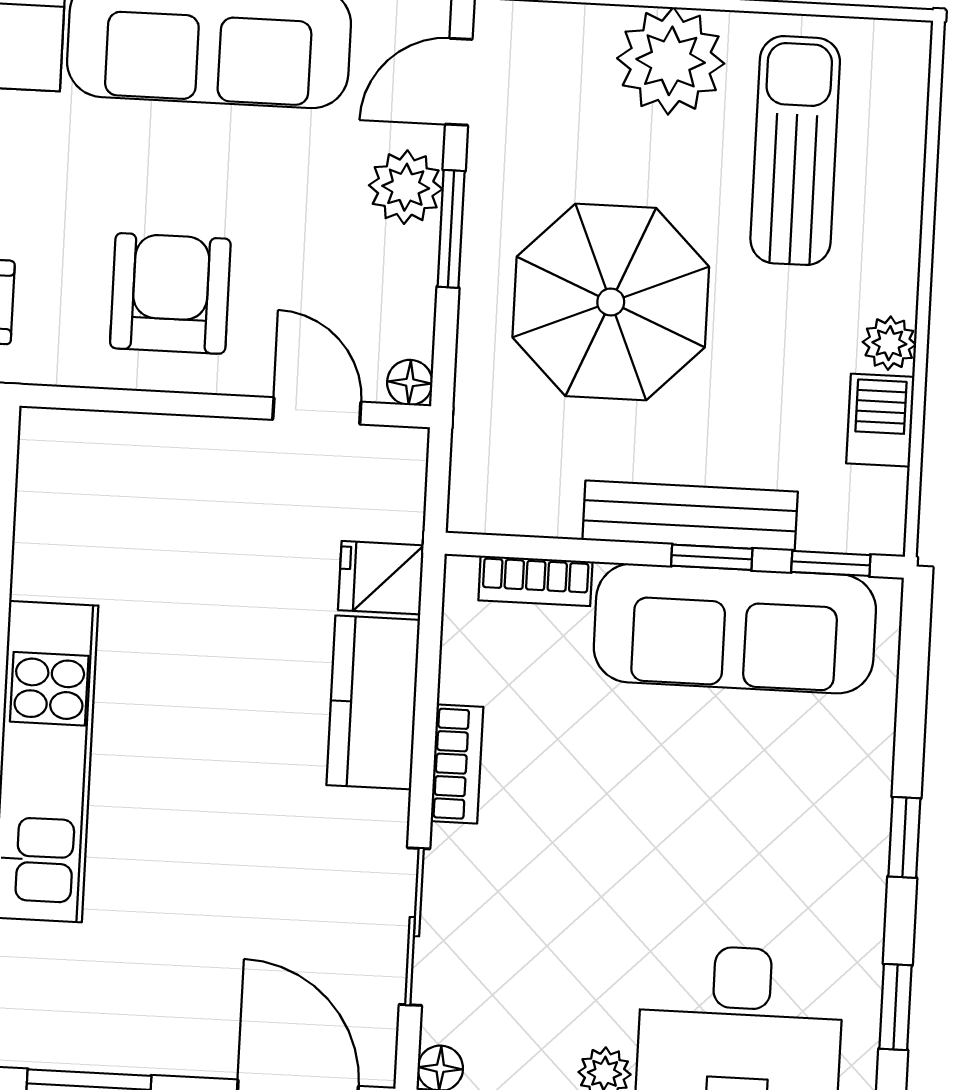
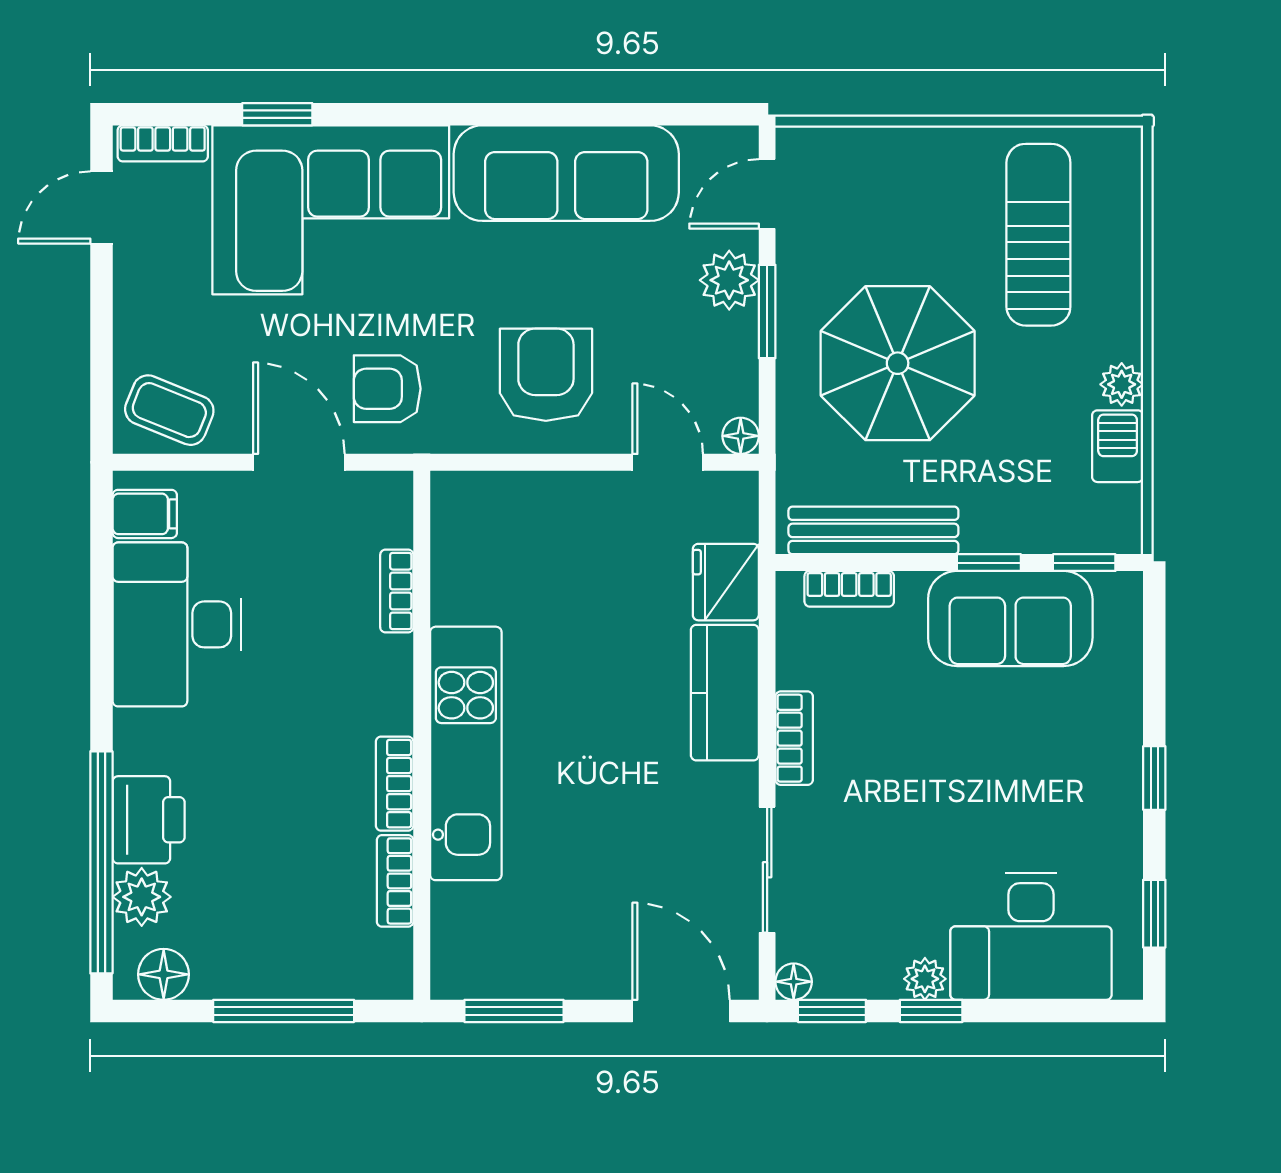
plant: (671, 61) -> (935, 168), removed
bench: (690, 516) -> (873, 530), moved
fridge: (381, 578) -> (726, 582), width x1.38
sofa: (735, 628) -> (1010, 618), width x0.73

